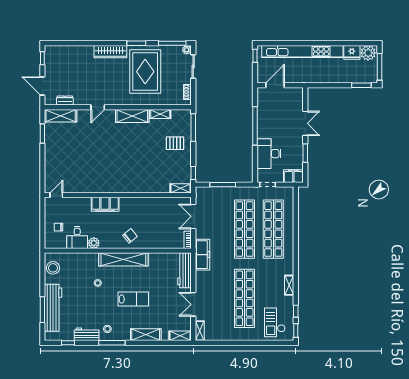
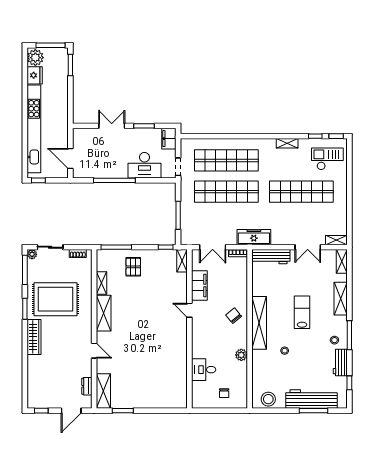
door: (56, 195) -> (189, 310), moved
filing cabinet: (105, 204) -> (199, 285), moved
desk: (77, 237) -> (204, 370), moved, turned 180
checkout: (275, 322) -> (327, 159), turned 180

